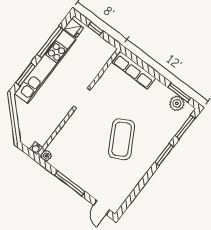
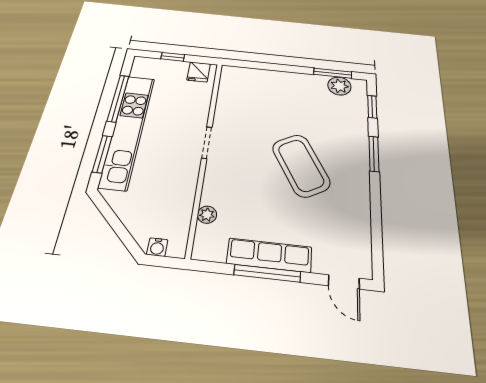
fridge: (74, 28) -> (199, 72), moved, turned 90
row of seats: (134, 70) -> (269, 255), moved, turned 180
window: (185, 127) -> (372, 107), width x0.67
water cooler: (36, 148) -> (157, 247), moved
plant: (46, 156) -> (207, 215), moved

